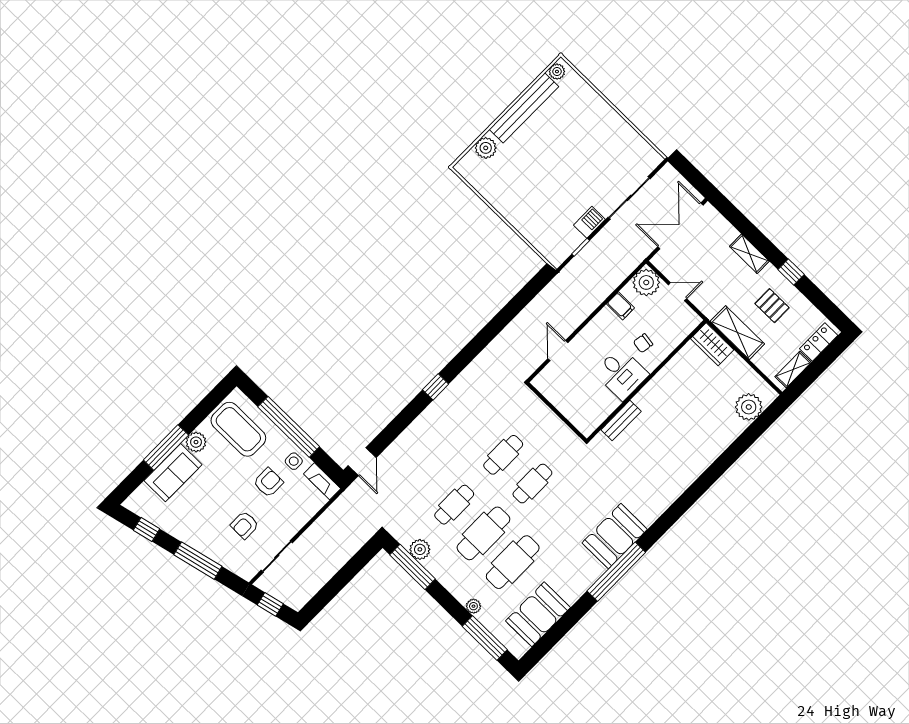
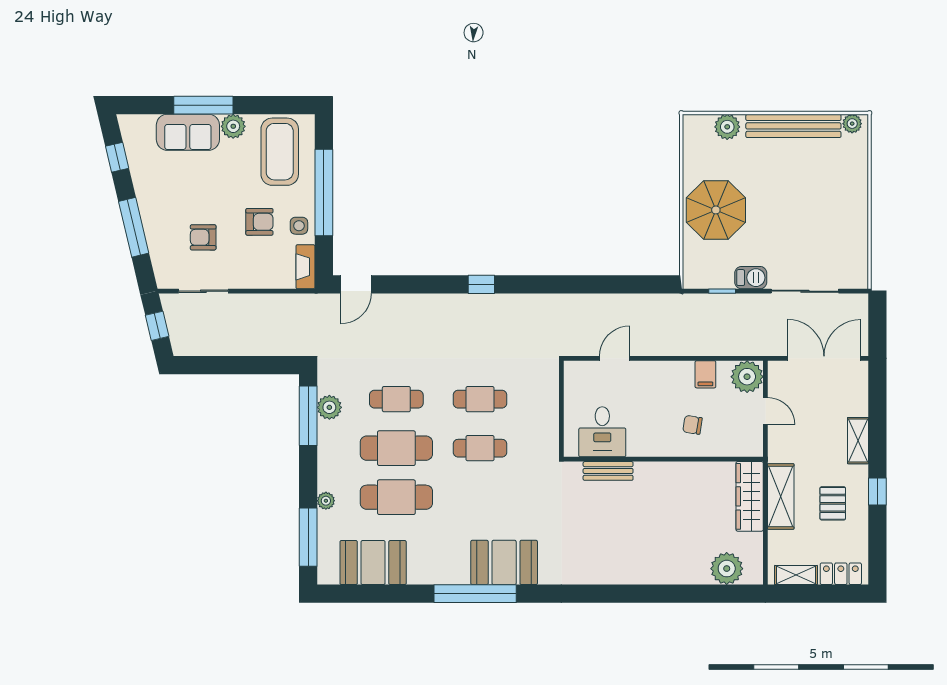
parasol: (529, 203) -> (716, 210), added
wardrobe: (712, 344) -> (750, 496), width x1.50
desk: (621, 374) -> (602, 432), moved

